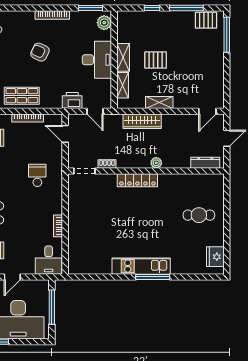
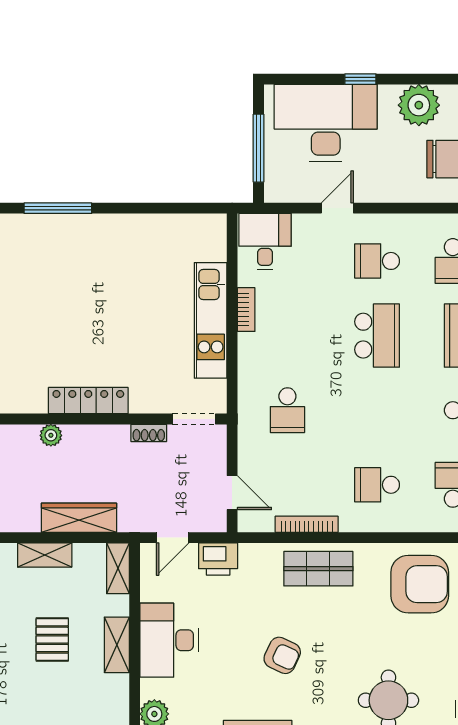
pallet: (156, 60) -> (52, 639), turned 90
shelving: (123, 85) -> (118, 568), moved
door: (95, 111) -> (173, 538), swing flipped
kitchen unit: (141, 266) -> (211, 320), moved, turned 90

